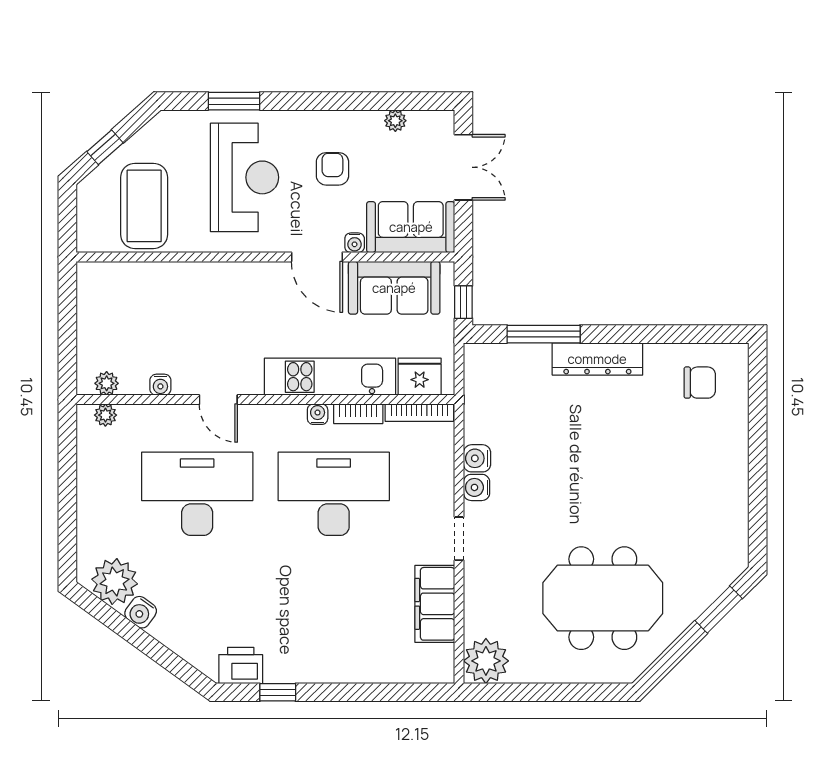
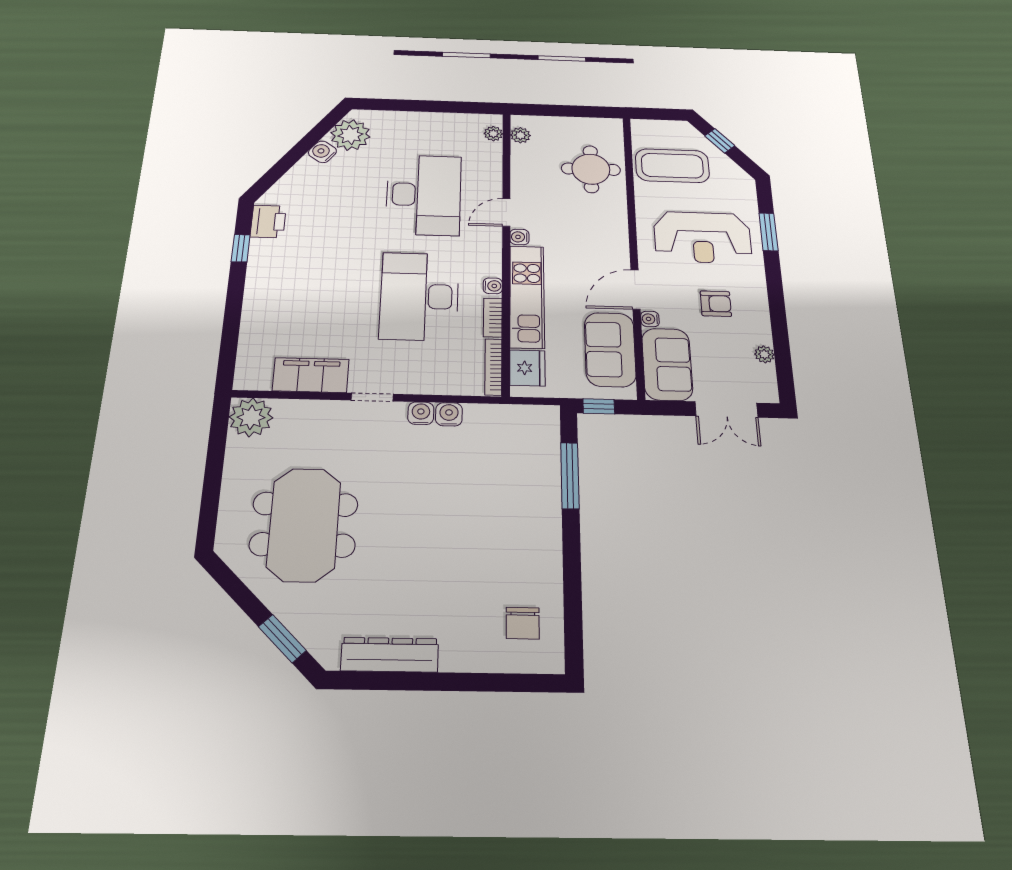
round table: (153, 302) -> (591, 169), added
dresser: (597, 359) -> (390, 655), moved, turned 90
water cooler: (160, 385) -> (519, 237), moved
desk: (334, 494) -> (419, 296), turned 180

